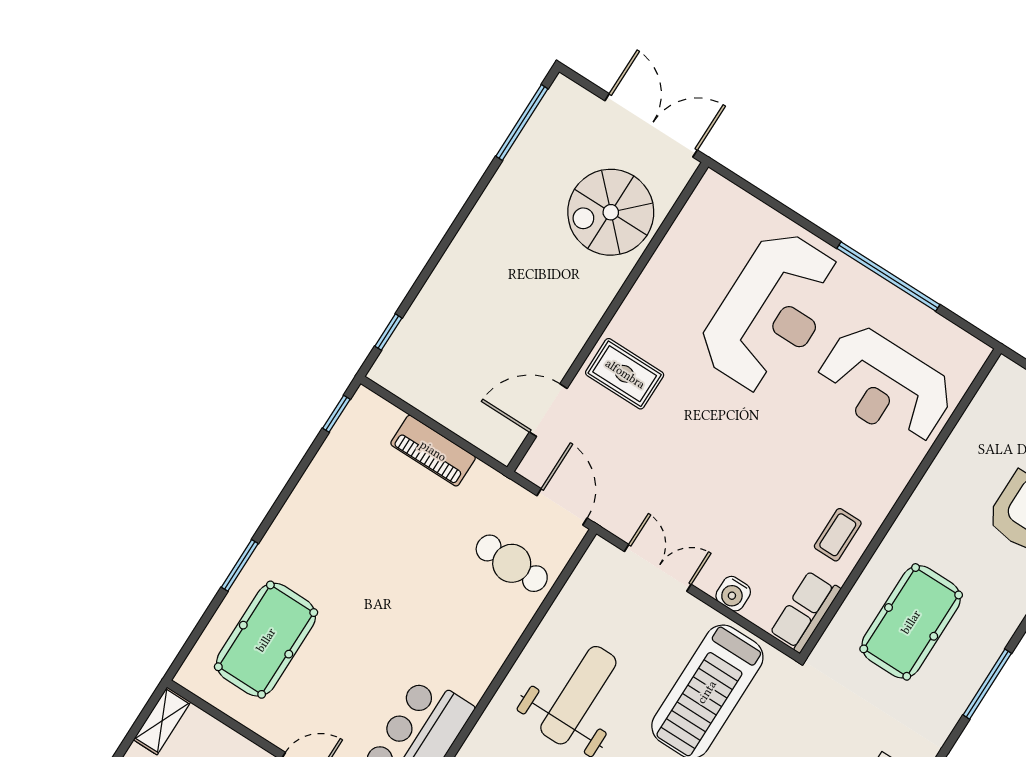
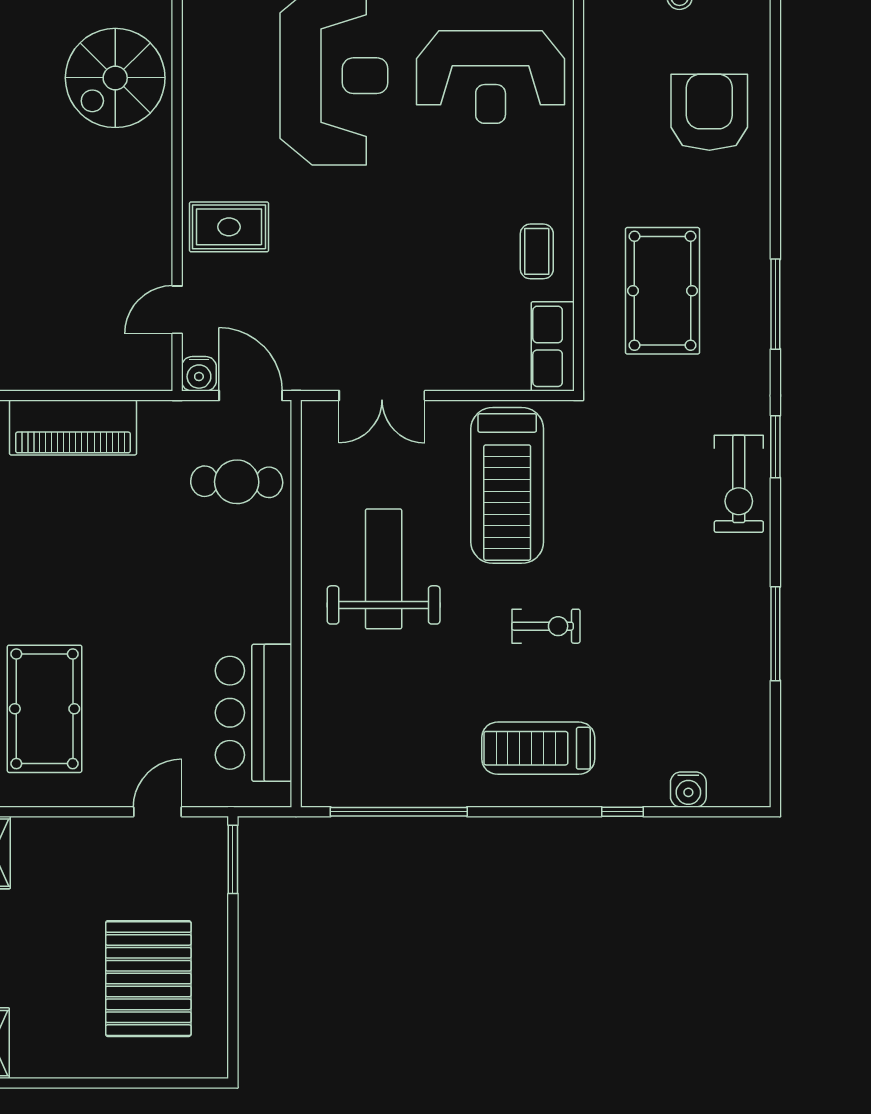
door: (548, 410) -> (177, 310), width x0.73
piano: (433, 451) -> (73, 428), width x1.37, depth x1.33
double door: (658, 568) -> (382, 396), swing flipped
water cooler: (733, 594) -> (199, 374), moved

